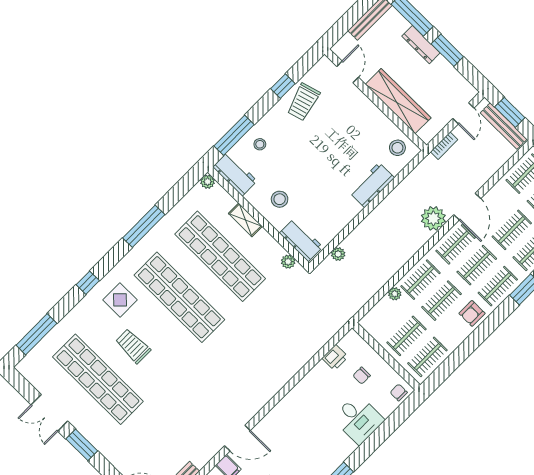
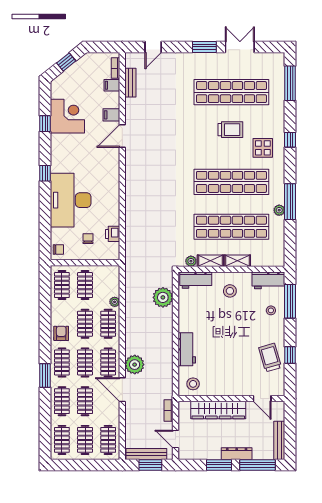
plant: (208, 182) -> (279, 210), moved
shelving: (270, 244) -> (210, 261), added
plant: (338, 254) -> (163, 297), width x1.87, depth x1.87
desk: (358, 419) -> (71, 200), width x1.87, depth x1.30

